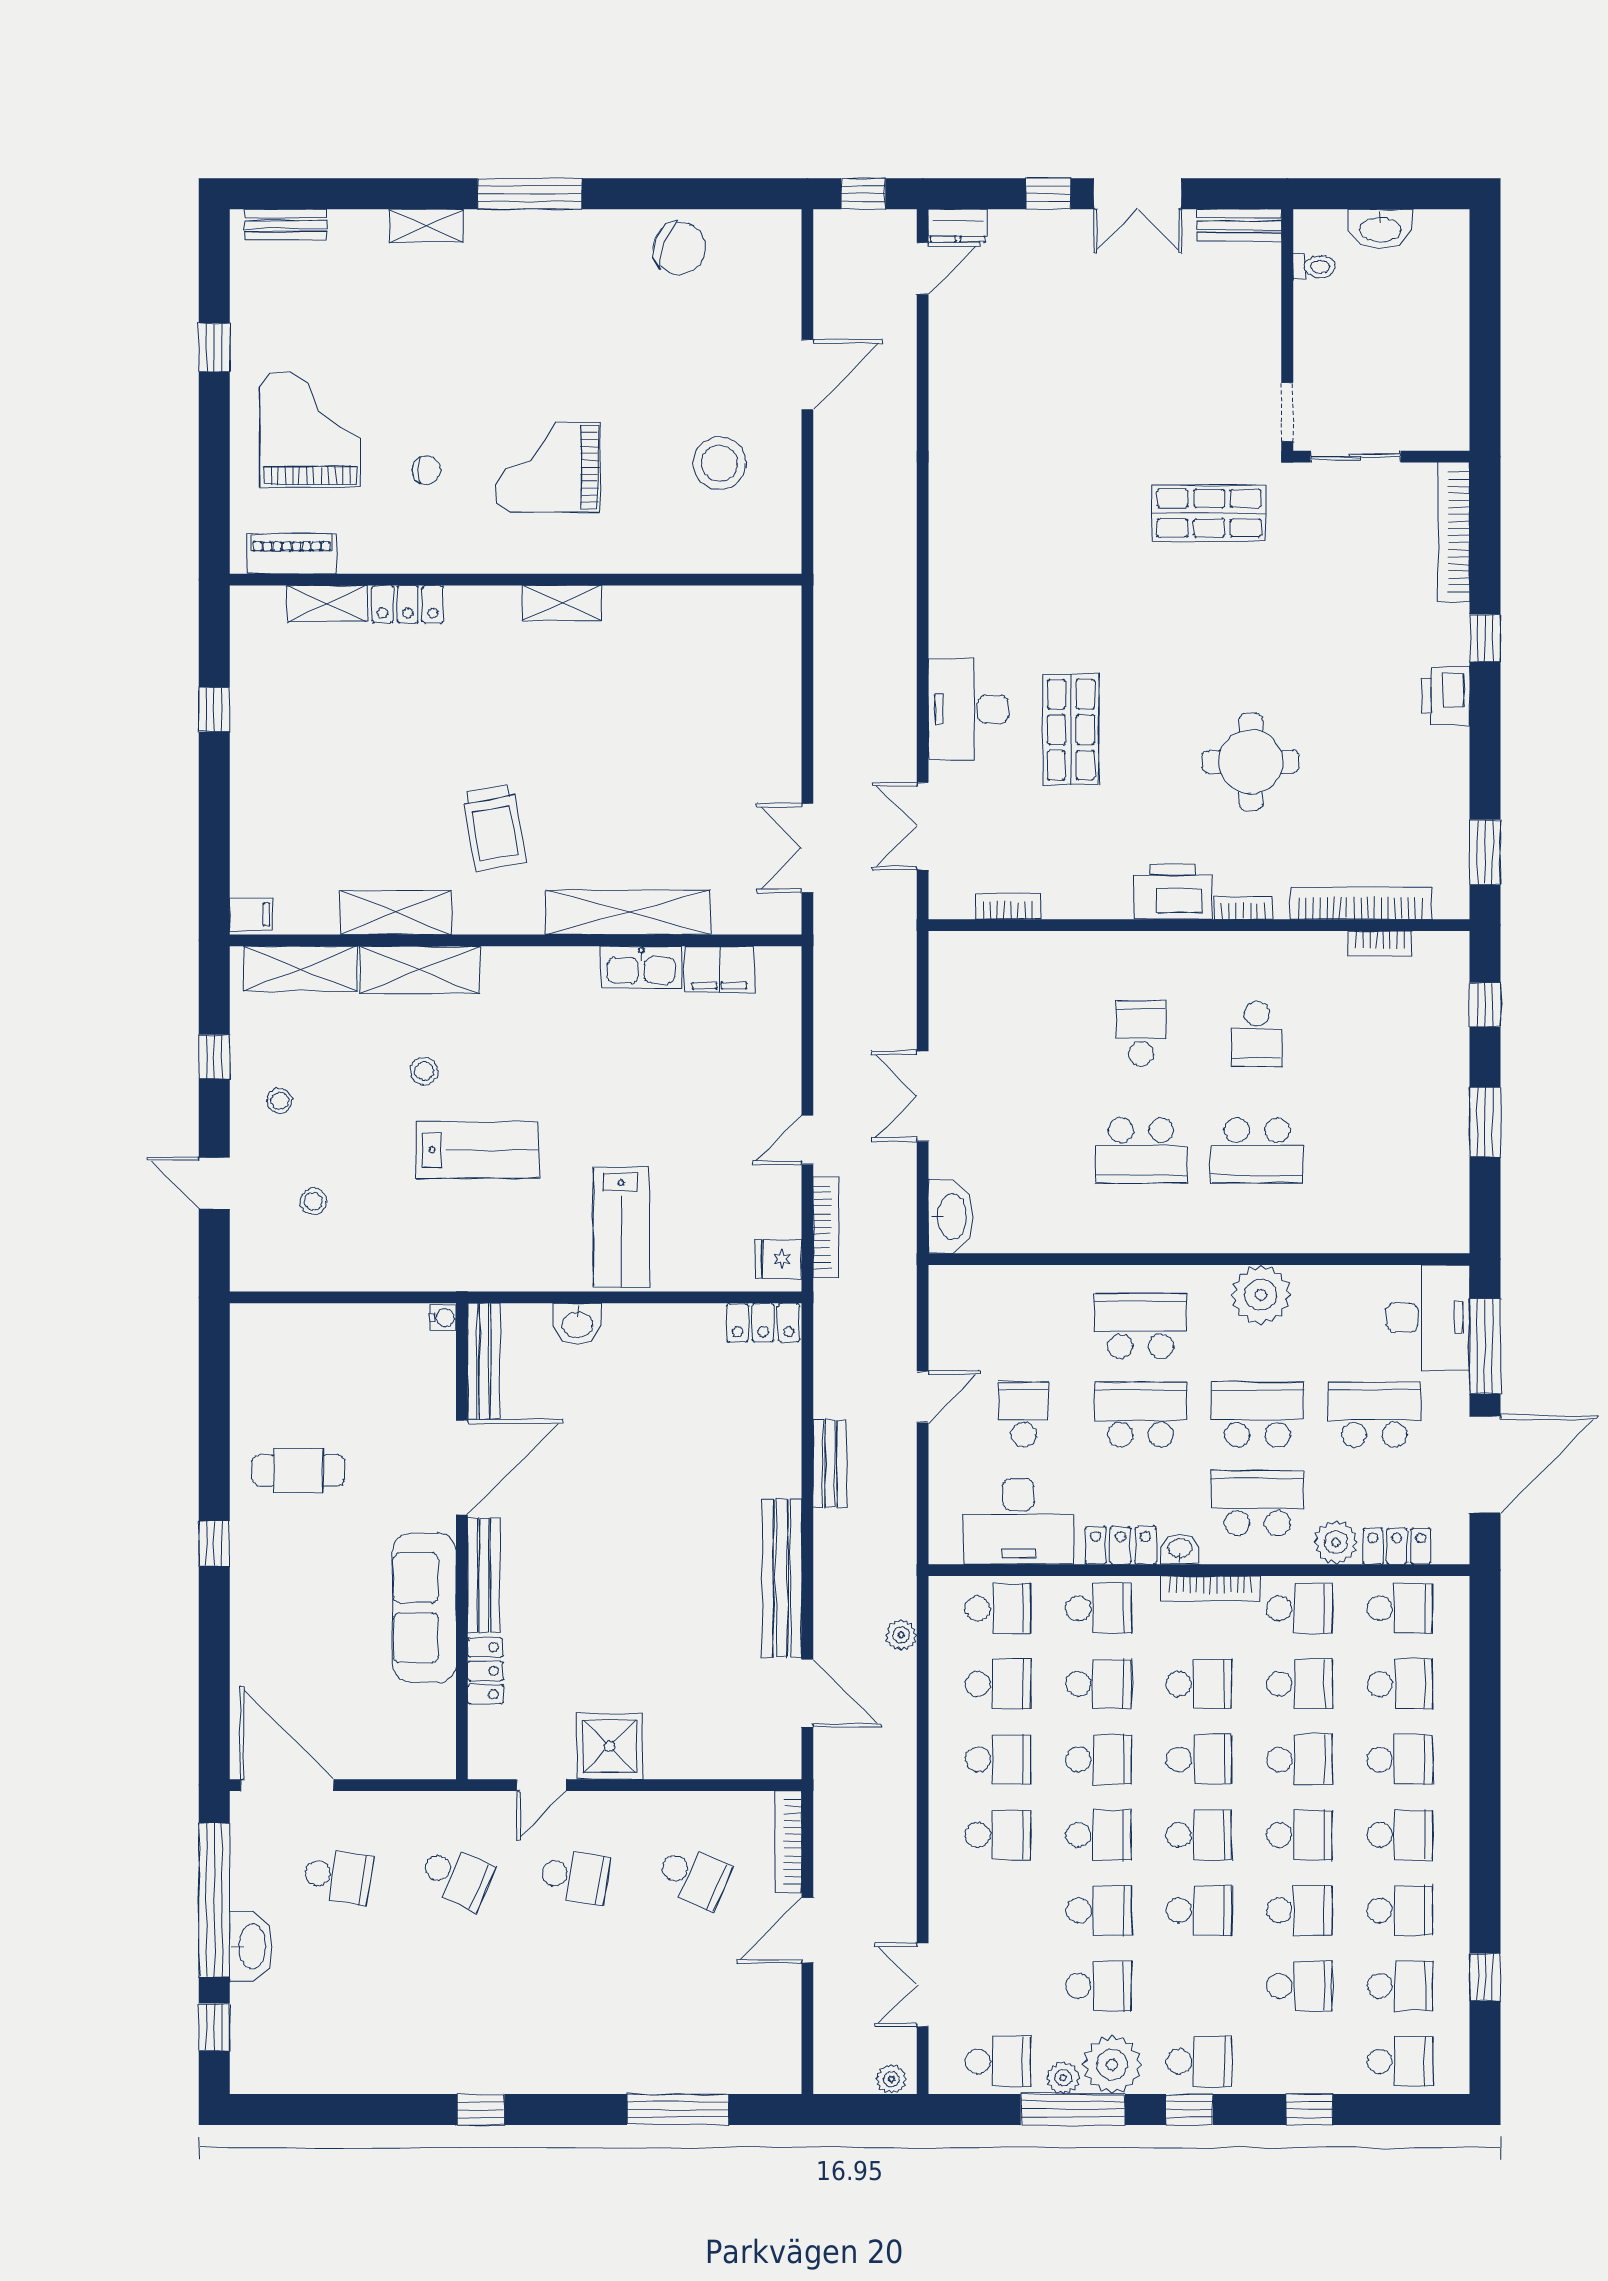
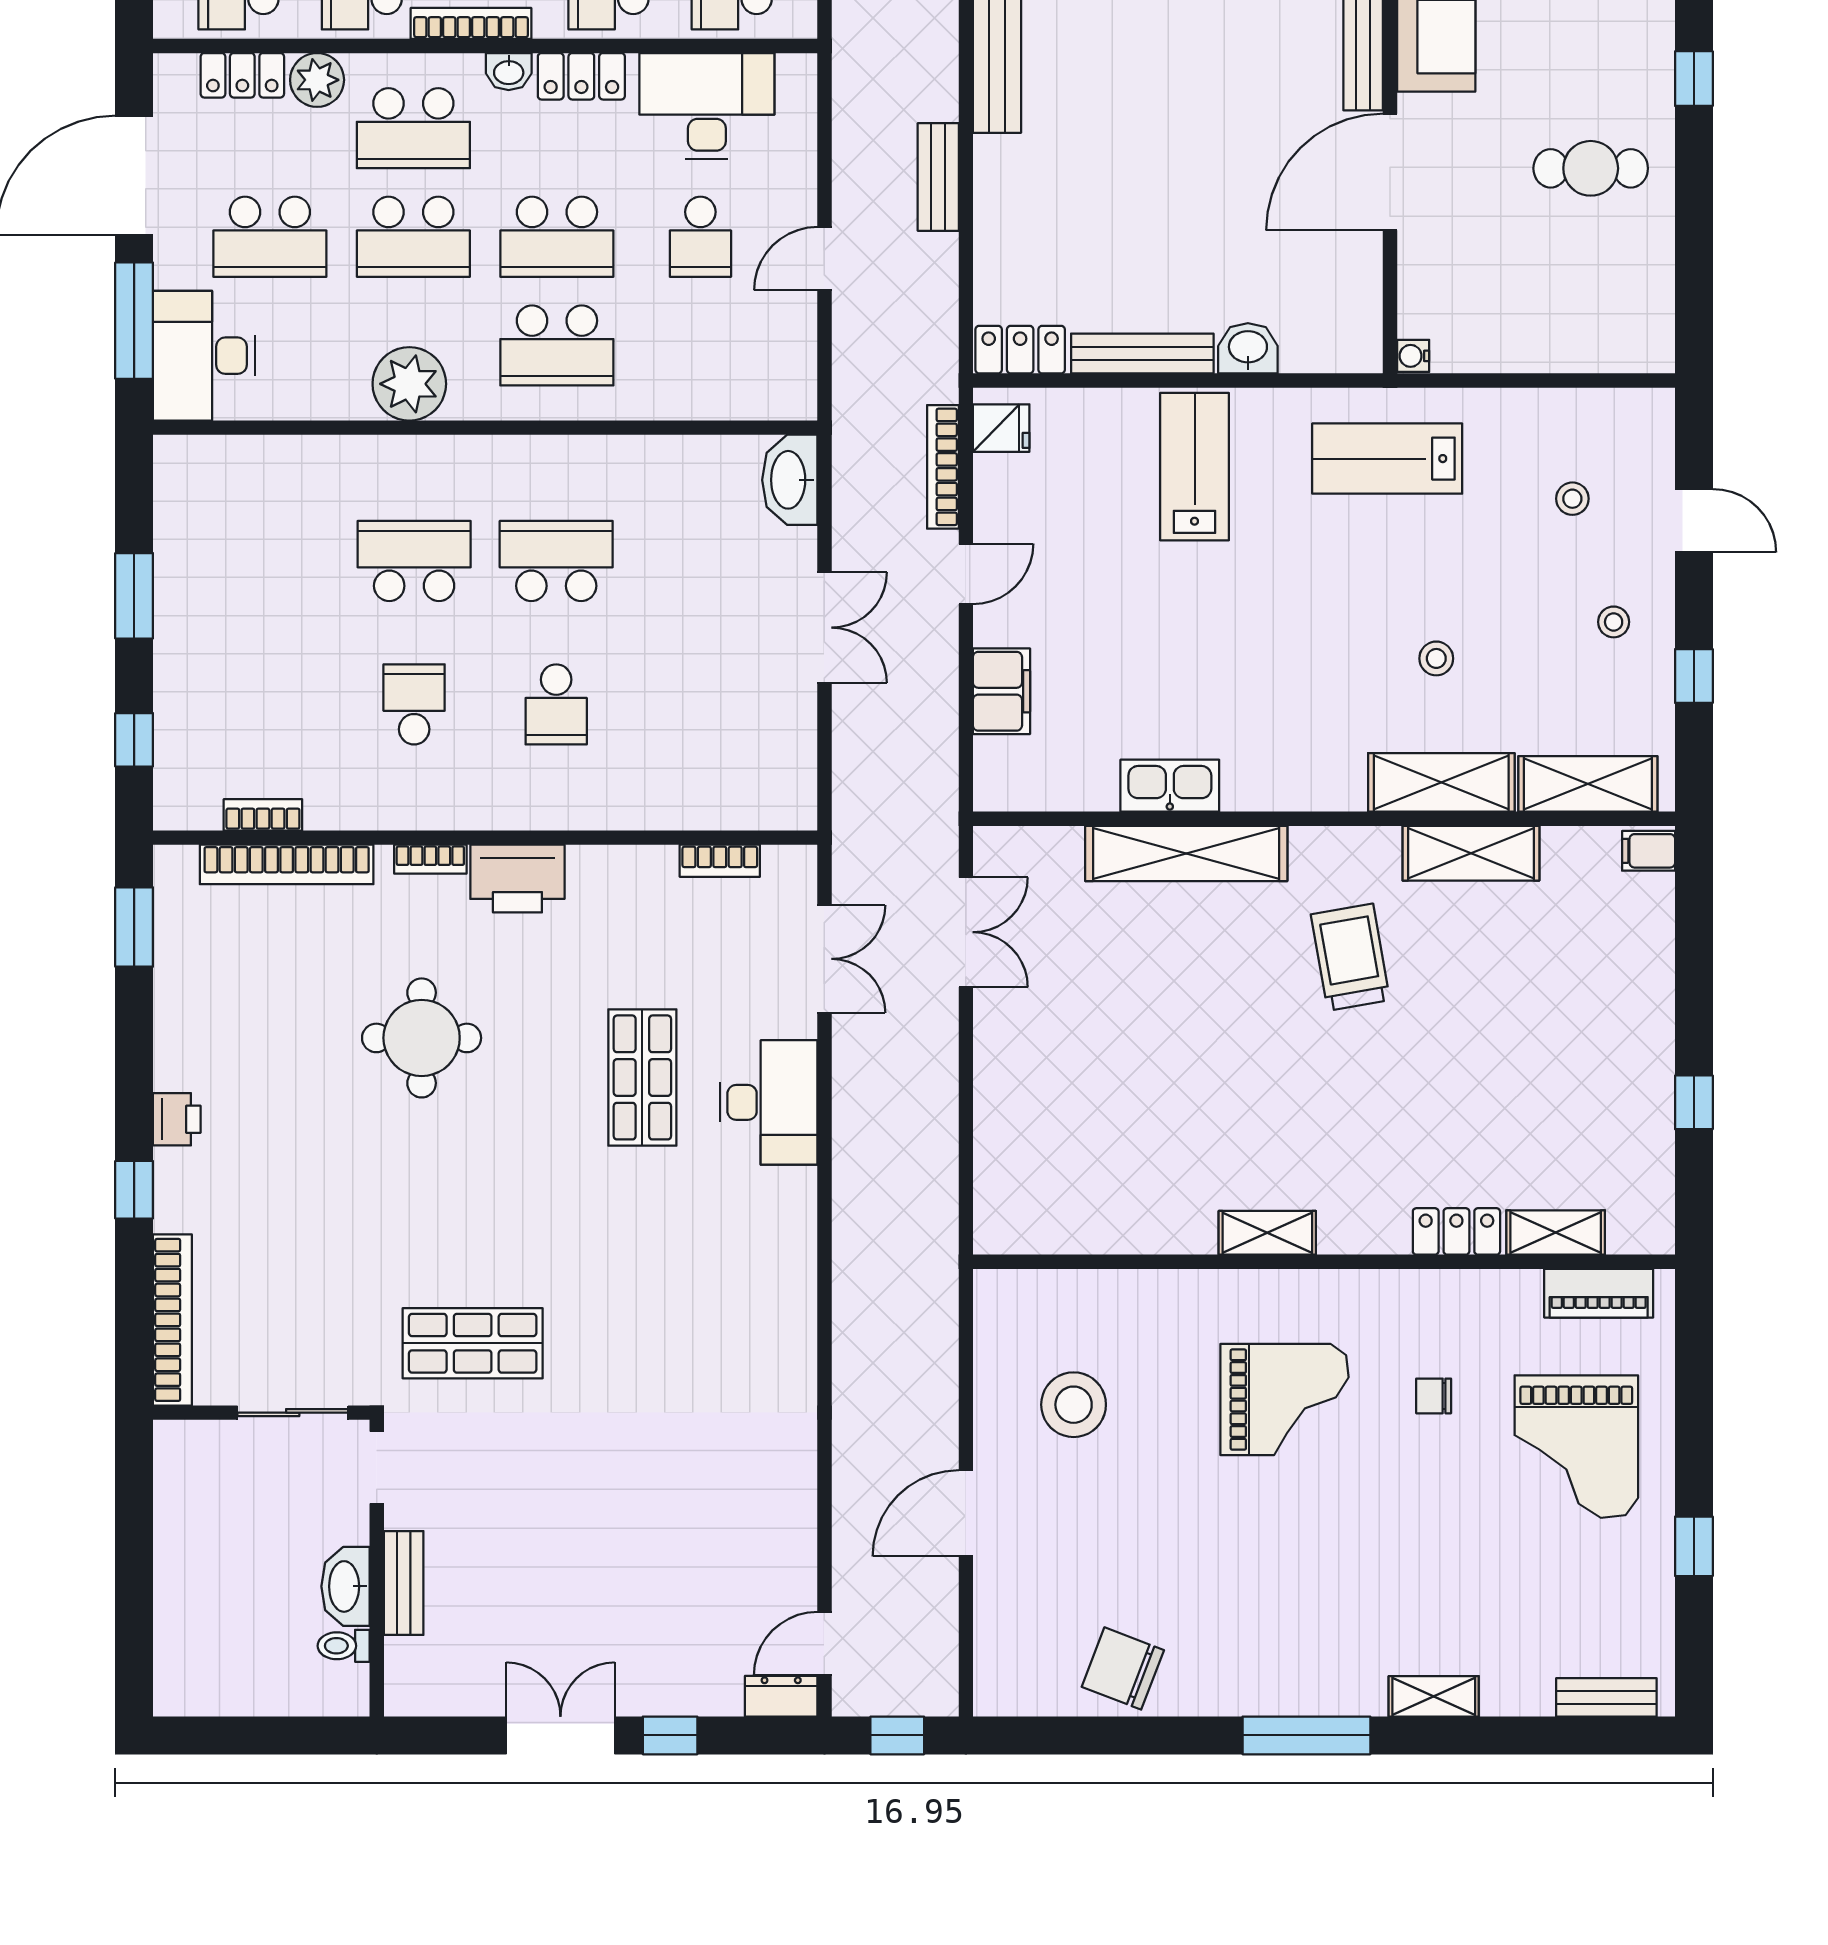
bench: (1239, 225) -> (404, 1583), moved, turned 90
washbasin: (1380, 229) -> (346, 1586), moved, turned -90
printer: (1446, 696) -> (177, 1119), width x0.73, depth x0.81
filing cabinet: (719, 969) -> (1001, 691), moved, turned 90
lab bench: (478, 1150) -> (1387, 459), moved
bench: (484, 1361) -> (1142, 354), moved, turned 90

